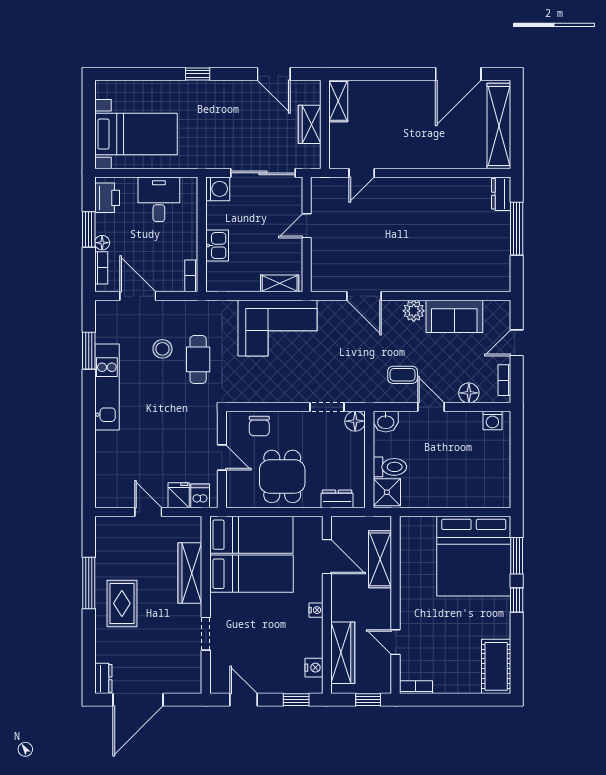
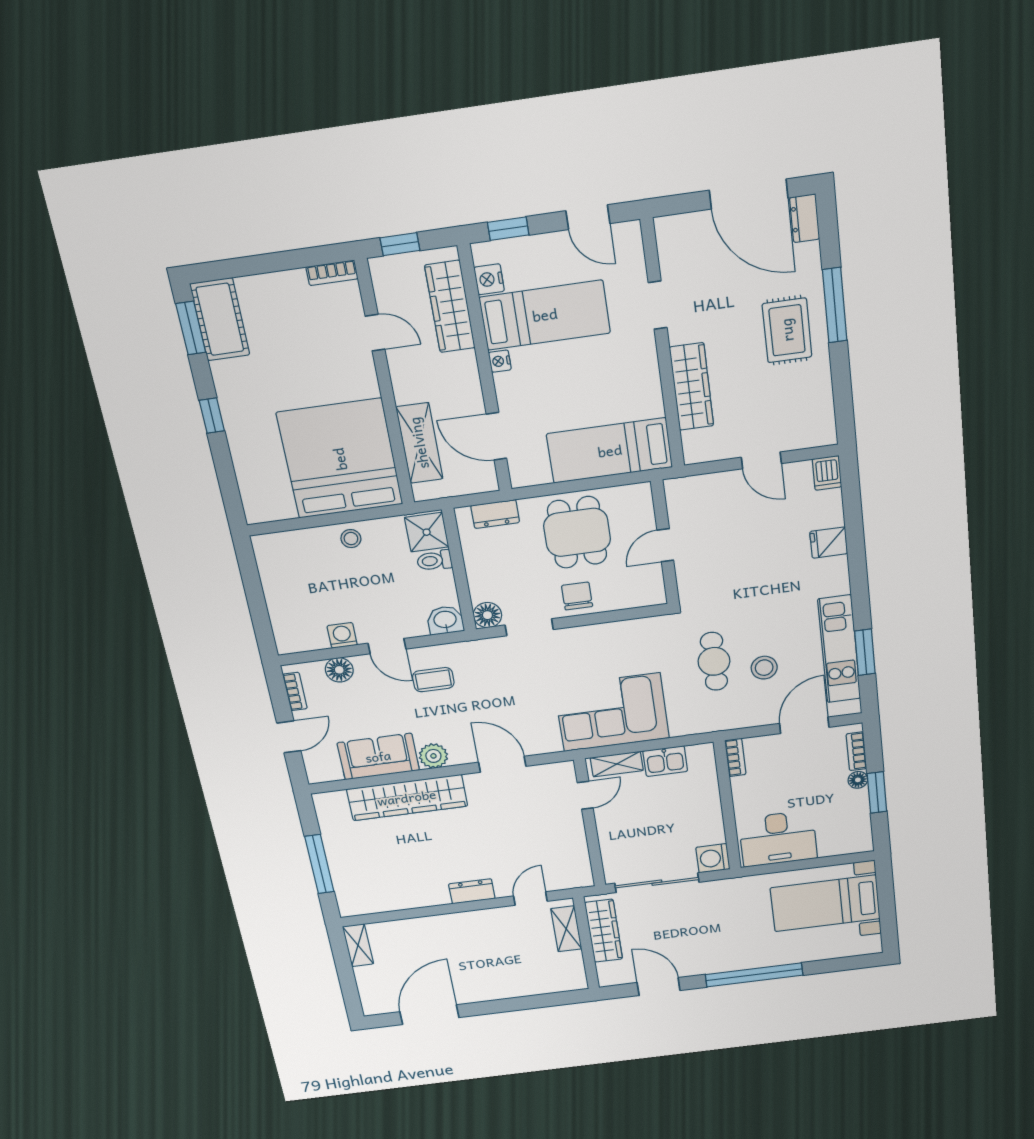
window: (198, 74) -> (754, 975), width x3.17
shelving: (338, 101) -> (566, 929), moved
wardrobe: (310, 124) -> (604, 931), width x1.50
shelving: (499, 126) -> (358, 945), width x0.45, depth x0.75
dresser: (501, 194) -> (472, 891), moved, turned -90
printer: (107, 198) -> (856, 830), removed
desk: (159, 199) -> (778, 839), width x1.37
door: (307, 226) -> (585, 795), moved
kitchen sink: (217, 246) -> (665, 761), moved, turned -90
wardrobe: (440, 278) -> (407, 798), added
door: (138, 296) -> (804, 725), swing flipped
kitchen unit: (107, 387) -> (839, 649), moved
washing machine: (492, 420) -> (342, 635), moved
chair: (259, 426) -> (577, 596), moved
door: (222, 457) -> (665, 545), hinge flipped
toilet: (390, 467) -> (434, 561), width x0.73, depth x0.72
fridge: (179, 495) -> (829, 543), moved, turned 90
stool: (440, 495) -> (351, 539), added
dishwasher: (200, 496) -> (827, 473), moved
bed: (474, 556) -> (340, 459), moved
window: (517, 556) -> (191, 328), moved
bed: (251, 574) -> (545, 315), moved, turned 180
window: (89, 583) -> (835, 305), moved
door: (138, 700) -> (749, 194), swing flipped

